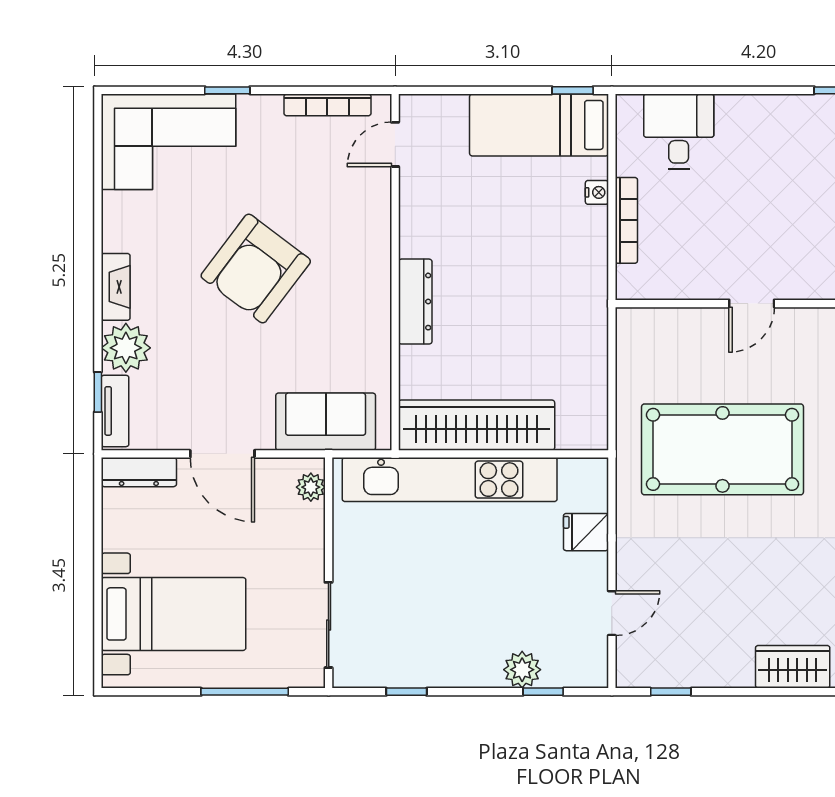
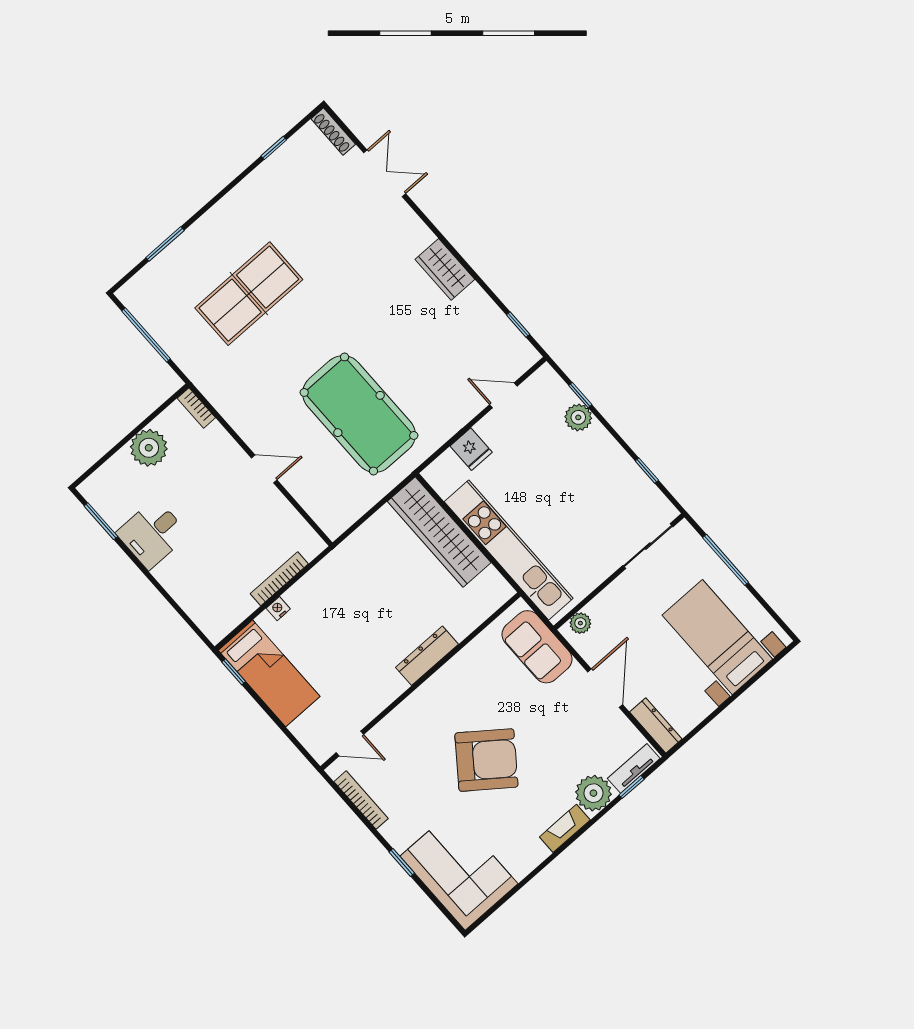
desk: (679, 131) -> (152, 534), moved
wardrobe: (477, 425) -> (439, 532), moved

